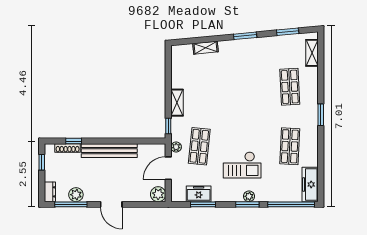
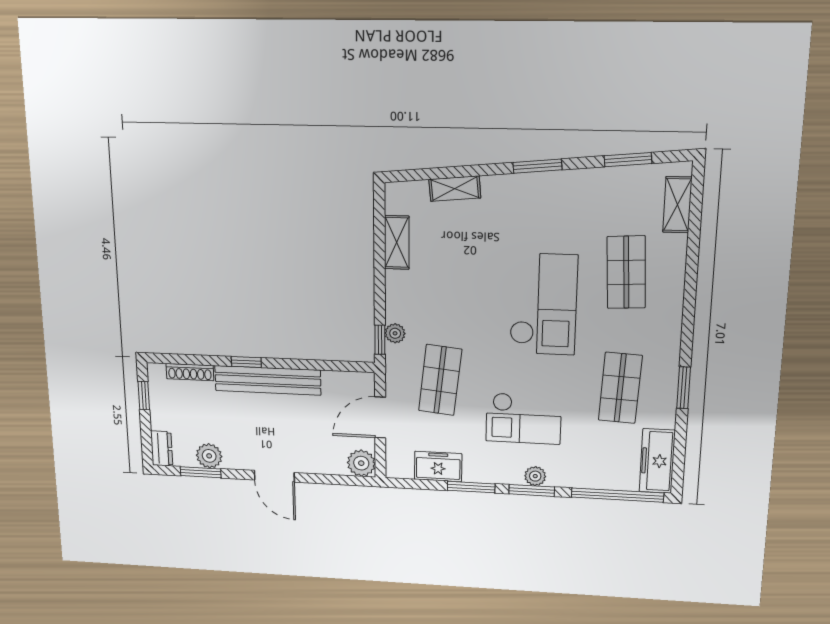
shelving: (177, 103) -> (397, 242), moved
checkout: (250, 104) -> (543, 304), added
window: (321, 115) -> (684, 388), moved
window: (74, 141) -> (246, 362), moved
plant: (176, 147) -> (395, 333), moved
window: (71, 204) -> (201, 472), width x0.69
window: (203, 204) -> (471, 487), moved

